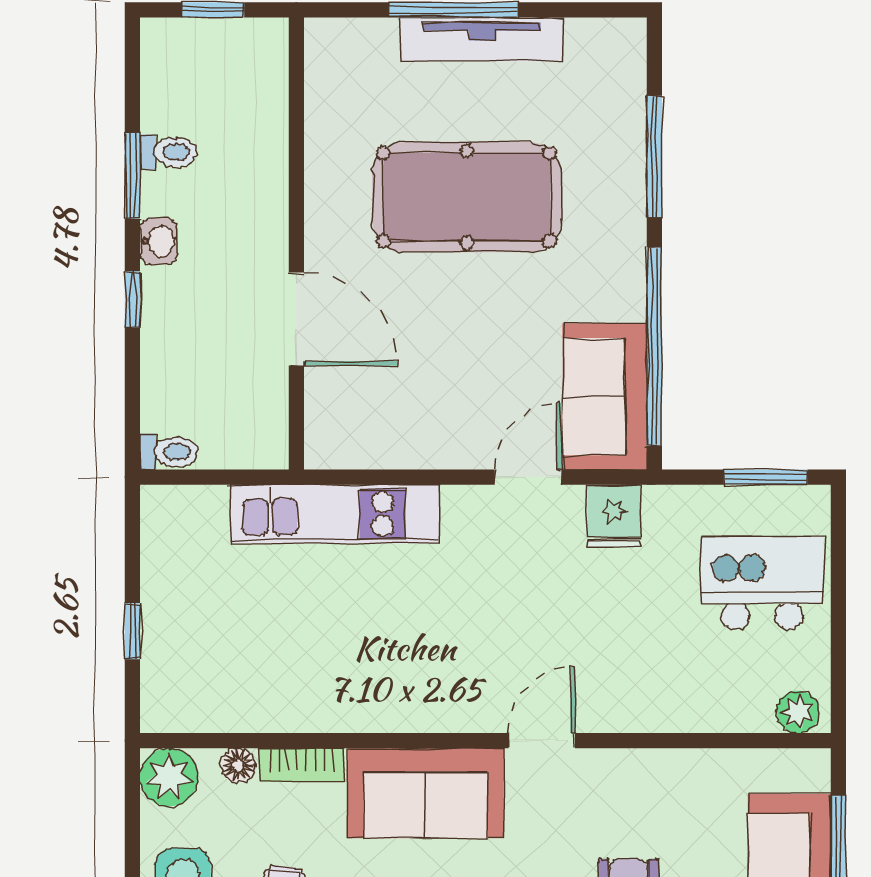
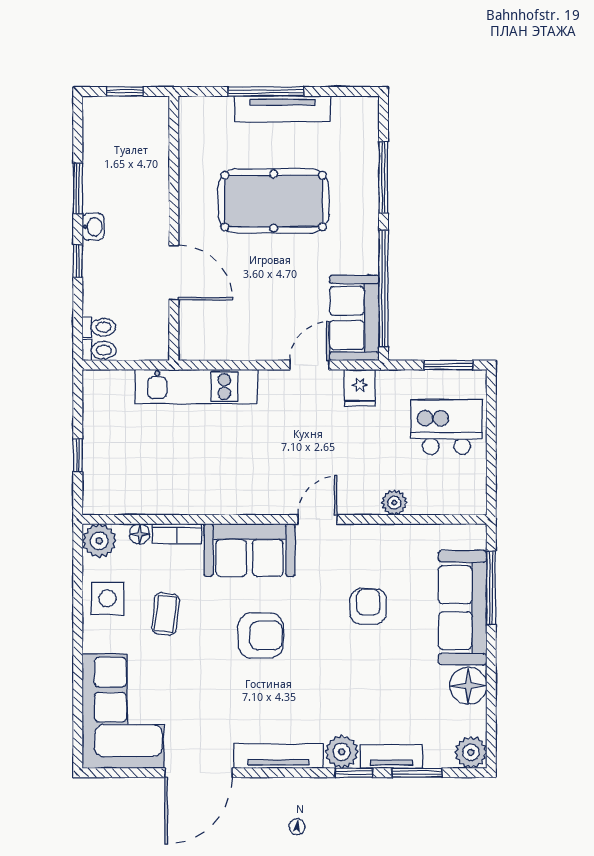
toilet: (168, 152) -> (99, 327), moved
plant: (798, 712) -> (394, 503), moved

